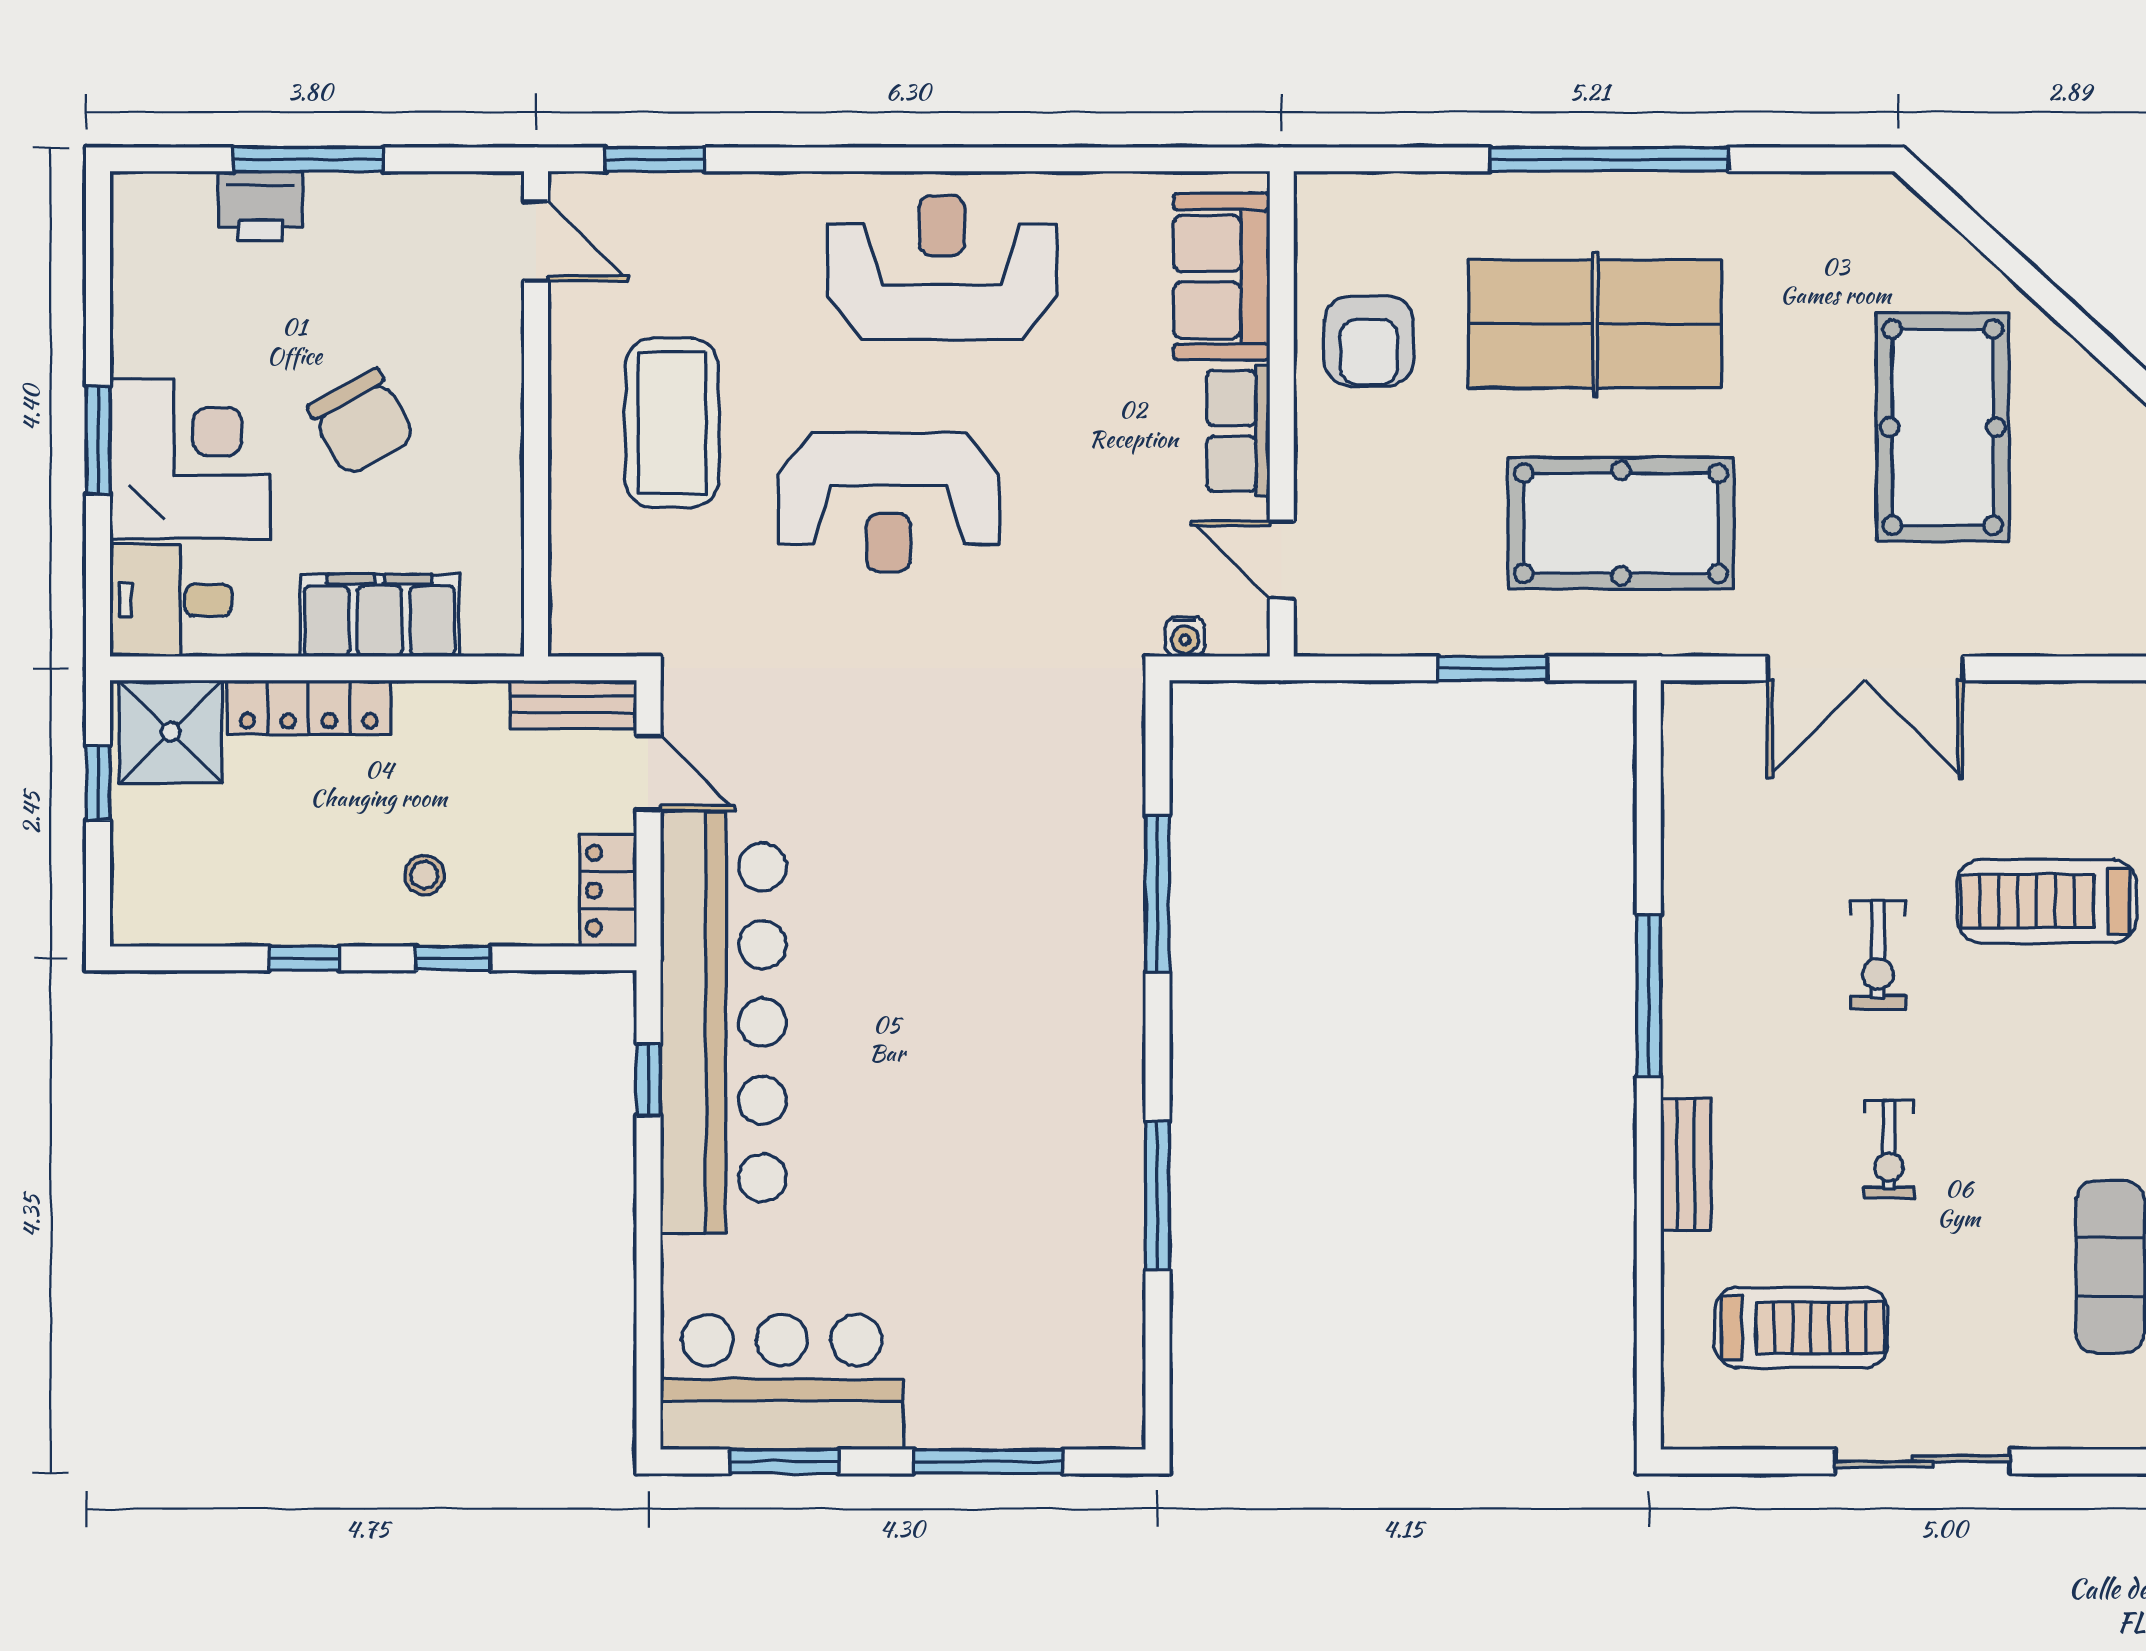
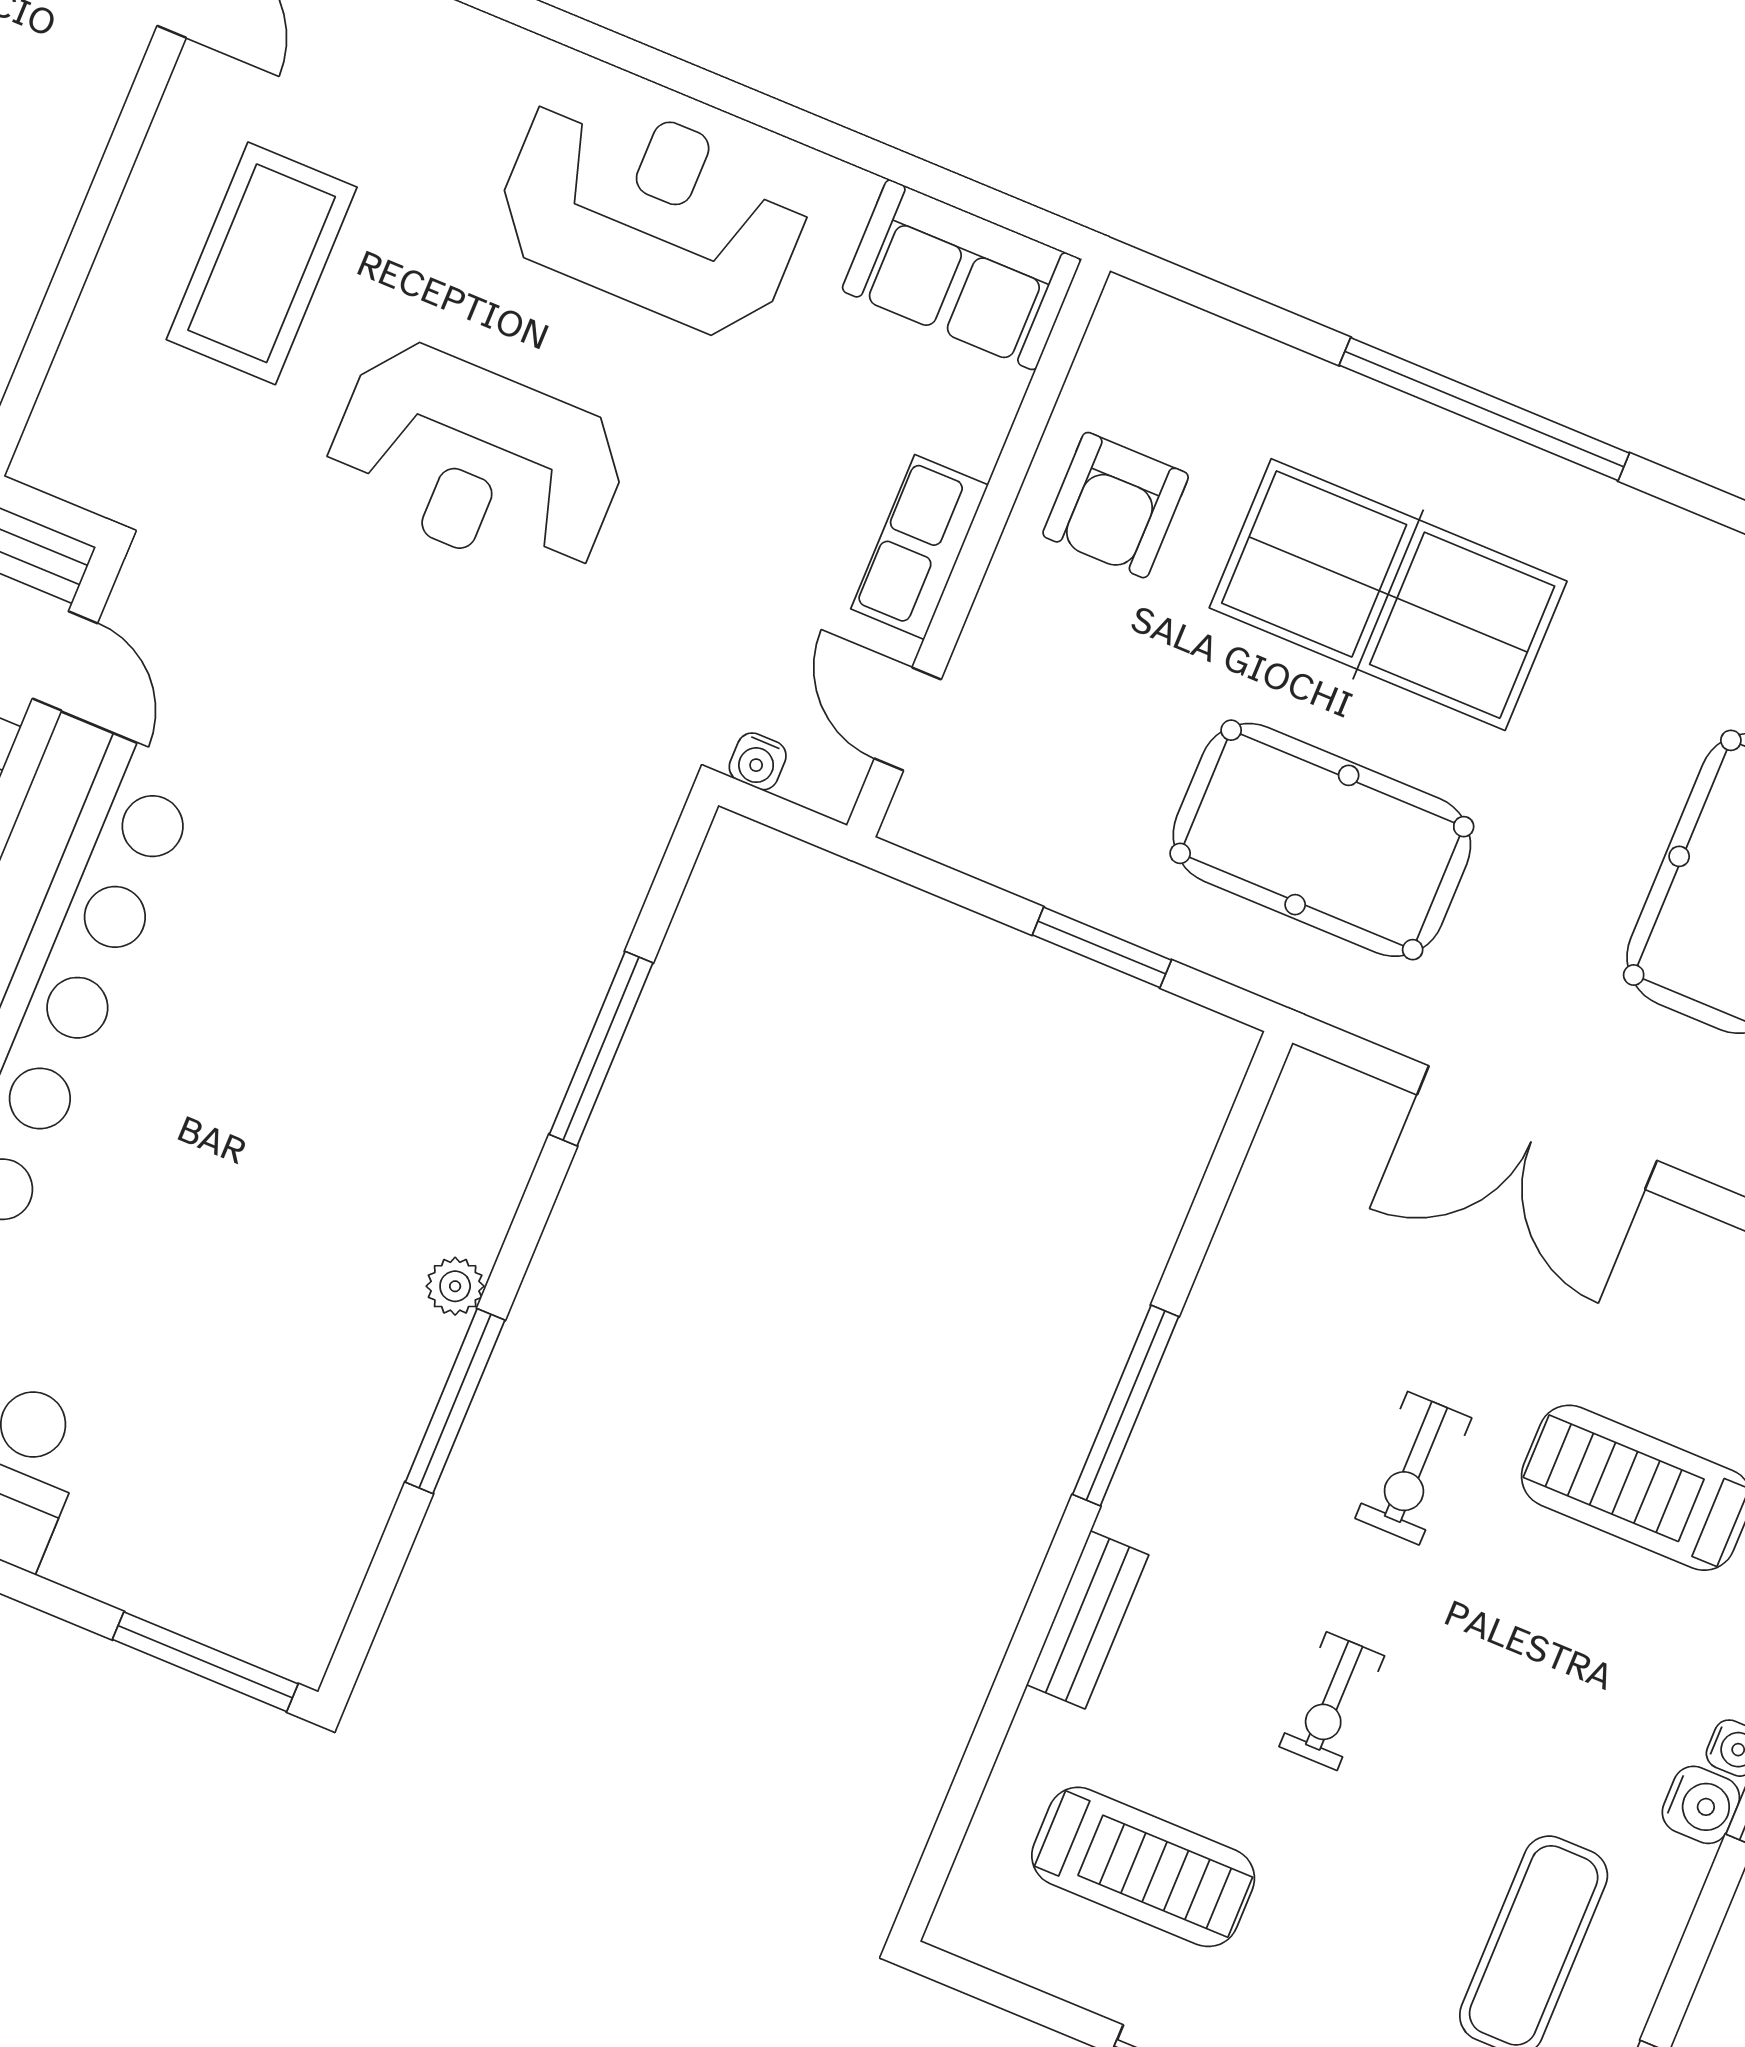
sofa: (1222, 277) -> (961, 275), moved, turned -90
plant: (1123, 1112) -> (455, 1286), added
window: (988, 1461) -> (205, 1662), moved

